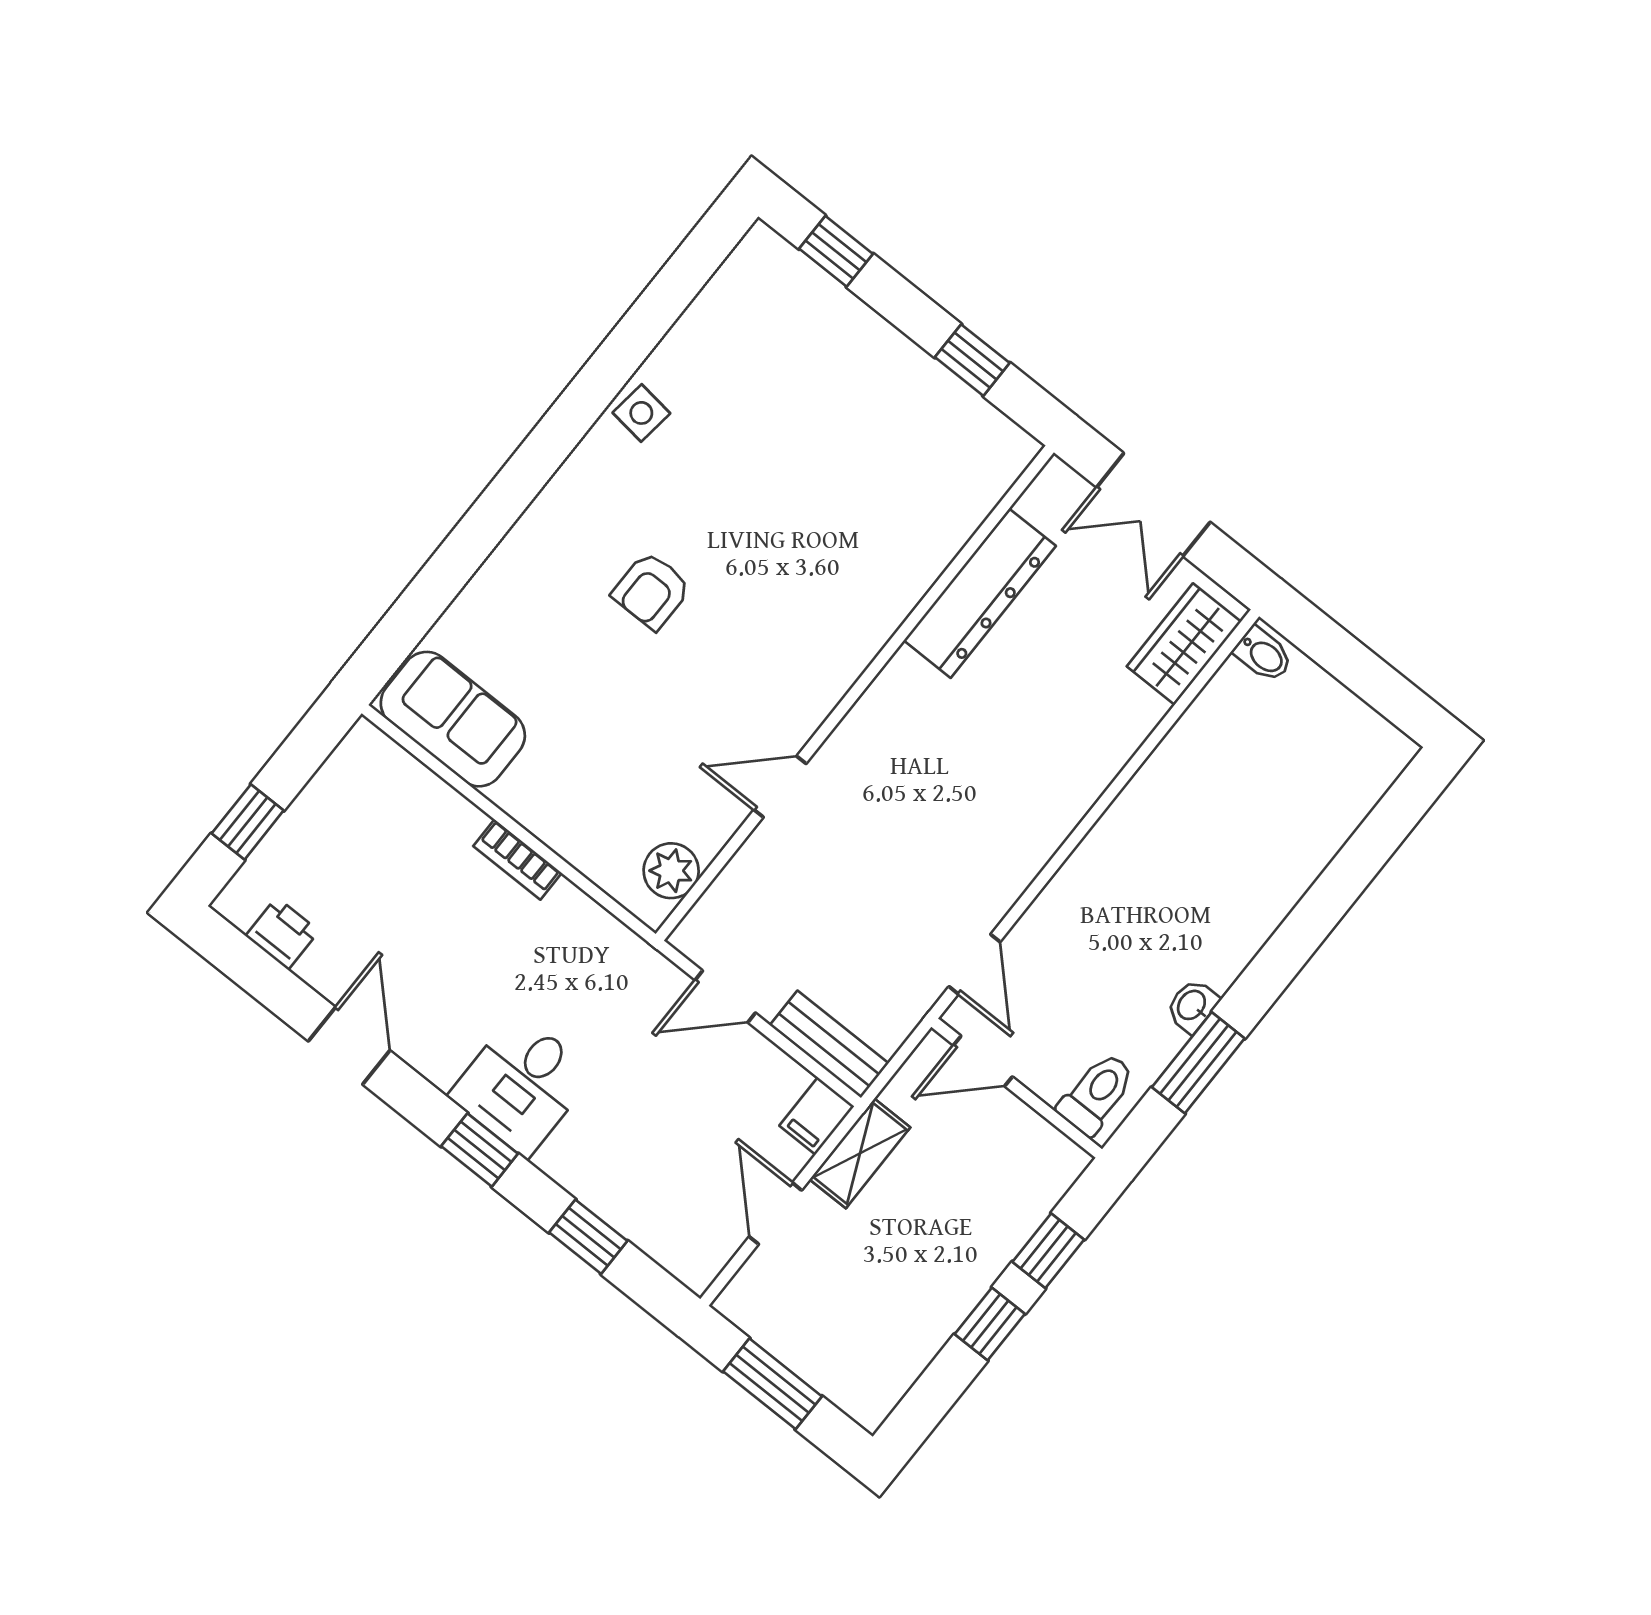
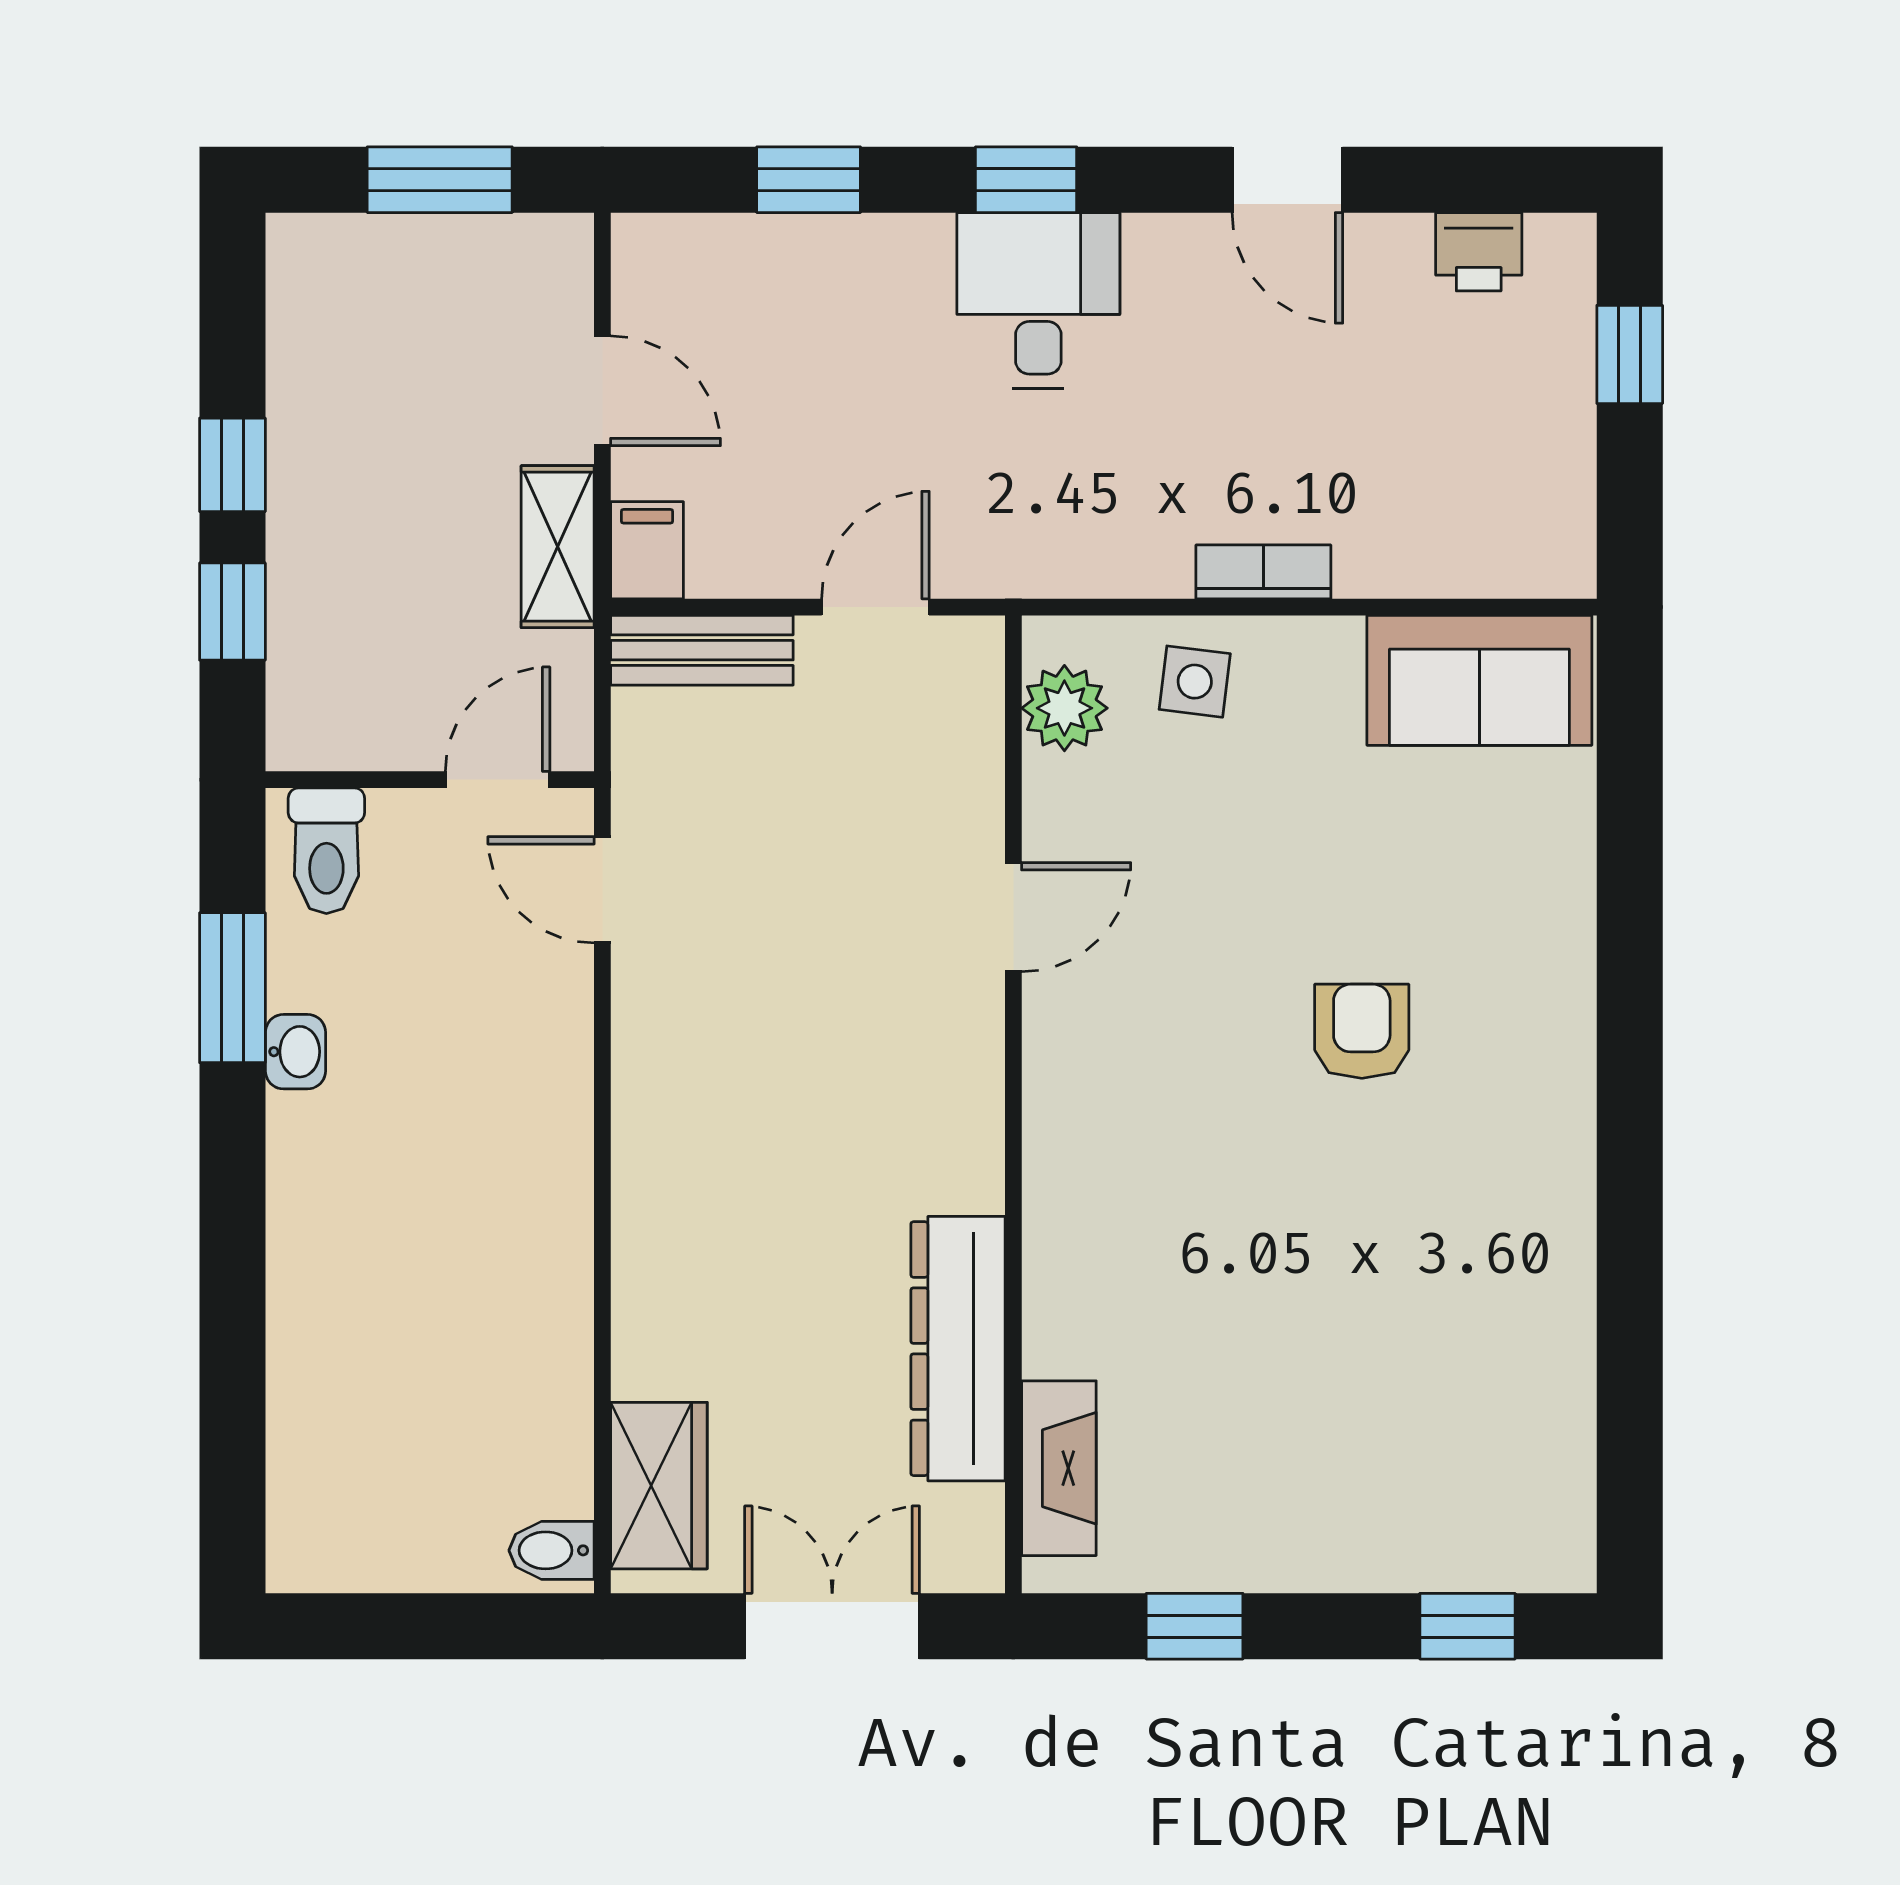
side table: (641, 413) -> (1195, 682), moved
fireplace: (977, 493) -> (1059, 1468), added

